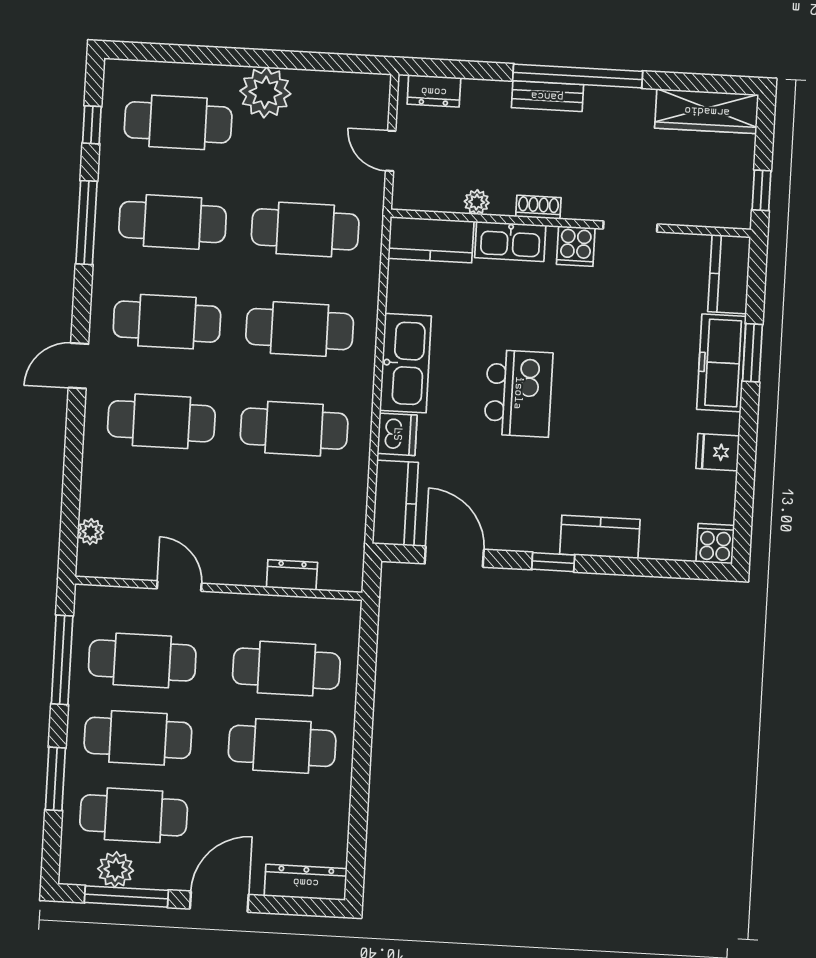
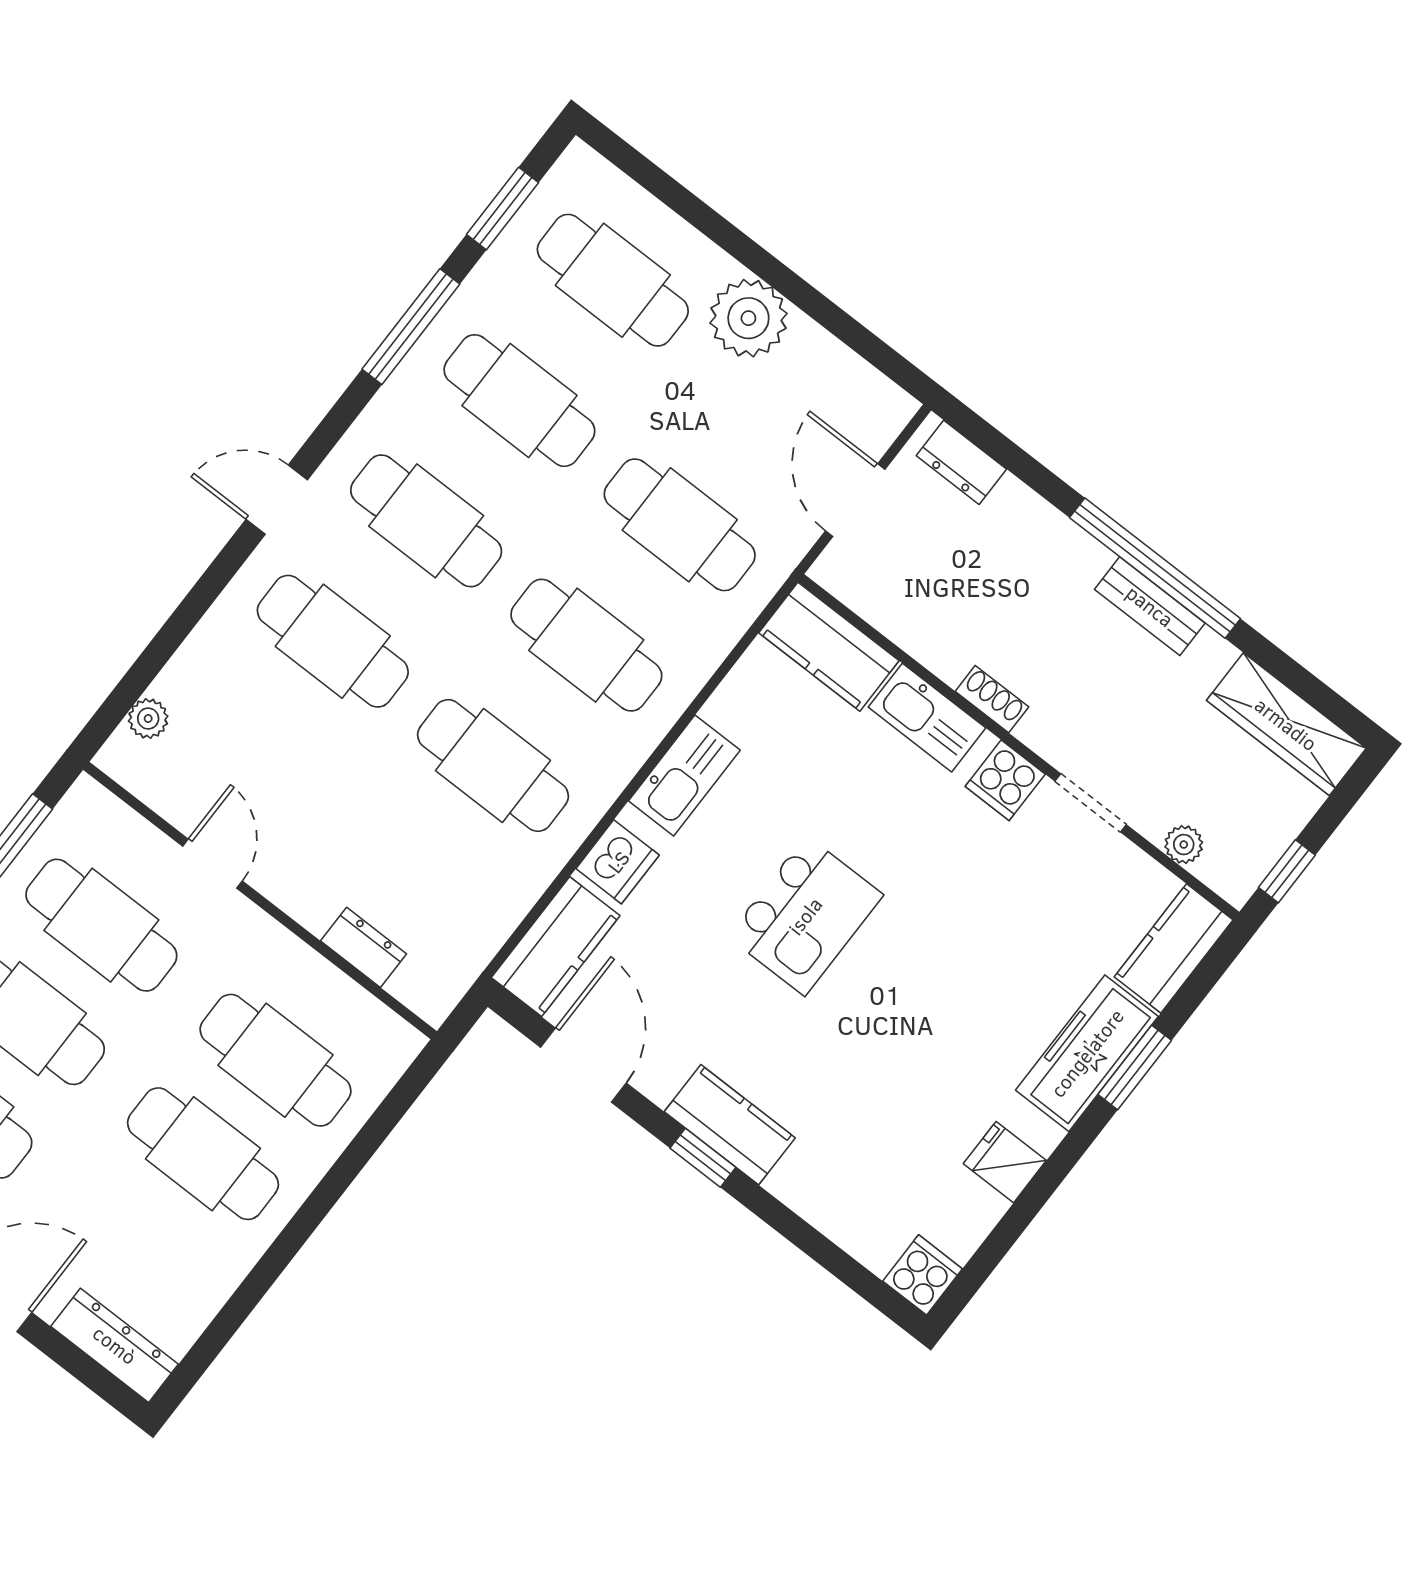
bench: (547, 96) -> (1150, 606), moved
window: (92, 125) -> (502, 209), width x1.50
door: (391, 151) -> (855, 500), width x1.38
plant: (477, 202) -> (1184, 845), moved
kitchen sink: (405, 363) -> (684, 775), width x0.73, depth x0.81
kitchen counter: (600, 537) -> (730, 1125), moved

